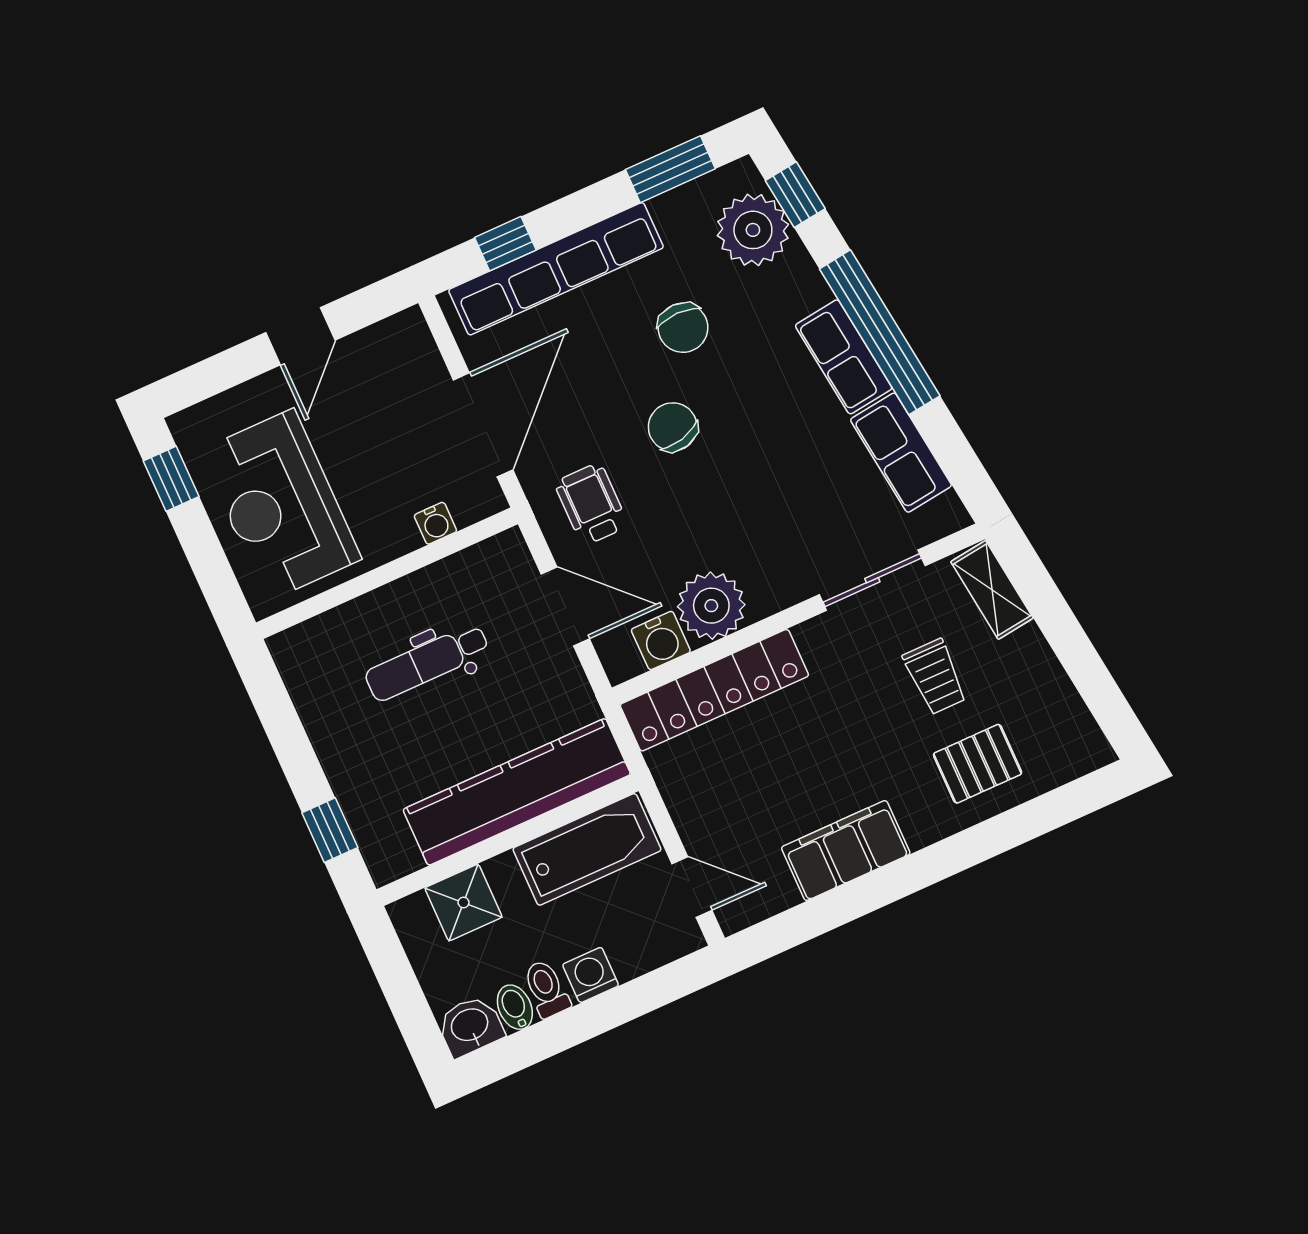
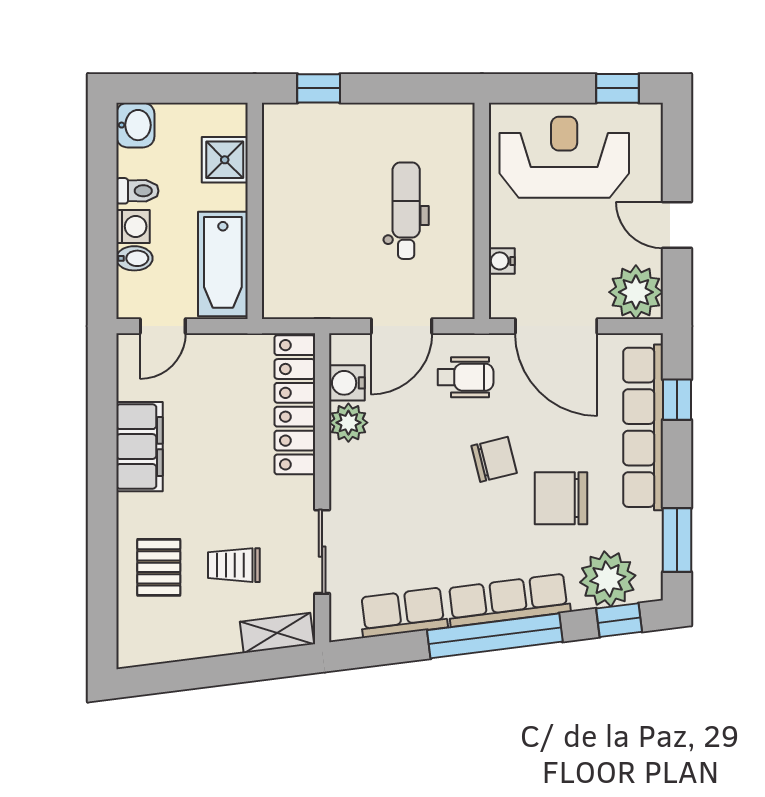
chair: (683, 328) -> (561, 498), width x1.37, depth x1.37
plant: (401, 349) -> (636, 292), added
row of seats: (844, 357) -> (508, 600), width x1.48
plant: (711, 606) -> (348, 423), width x0.73, depth x0.73
kitchen counter: (517, 792) -> (286, 233), removed
bidet: (515, 1007) -> (134, 258), moved

